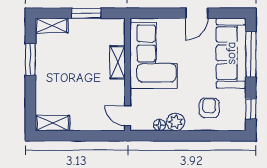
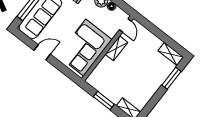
window: (30, 59) -> (171, 78), moved
shelving: (118, 62) -> (116, 48), moved

